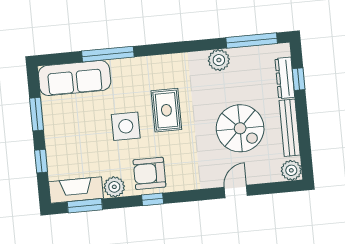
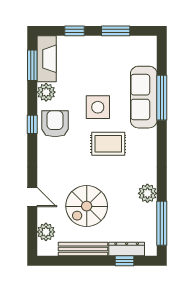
sofa: (75, 78) -> (144, 97), moved
plant: (291, 170) -> (46, 232), moved

